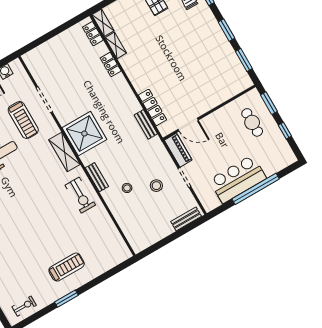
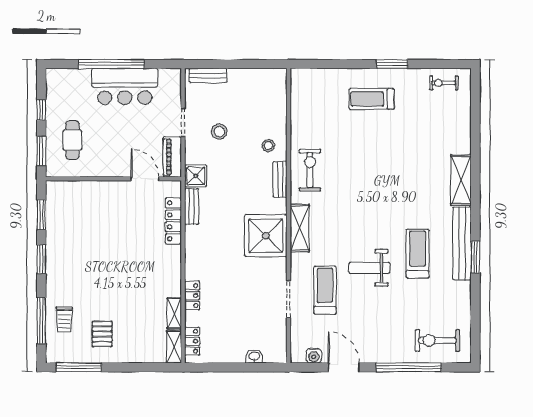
washbasin: (45, 48) -> (254, 356), added
shower: (155, 147) -> (196, 176), added
stool: (127, 188) -> (268, 146), moved

